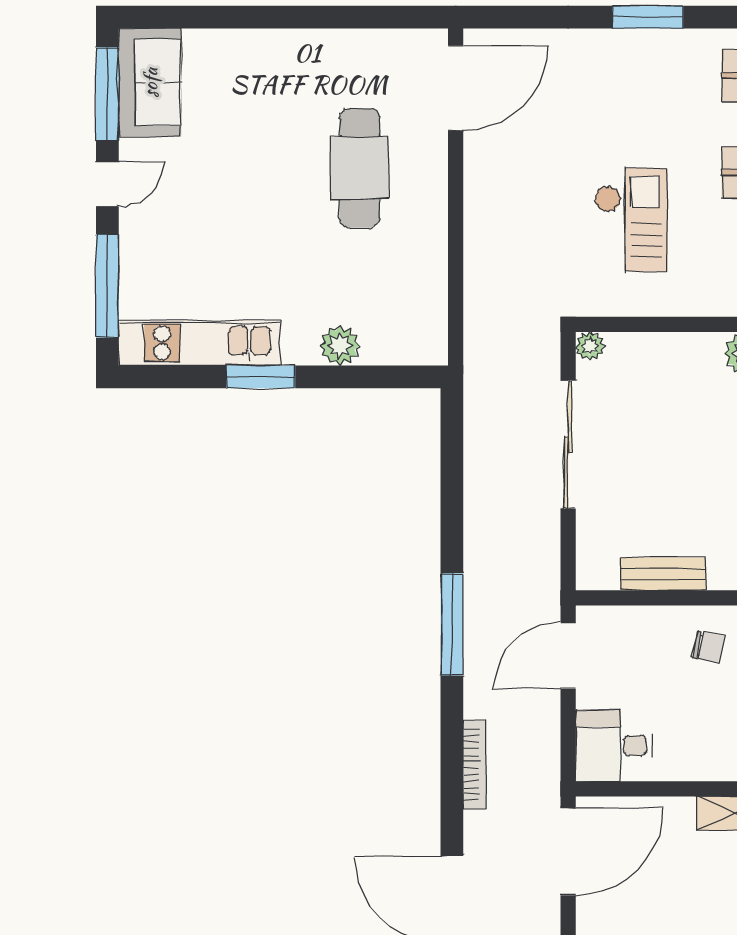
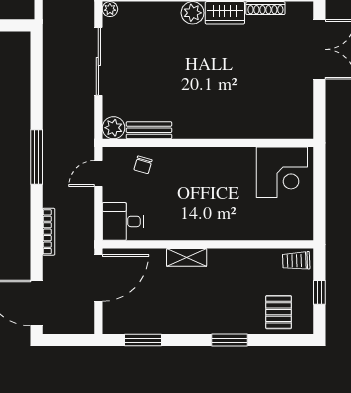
plant: (597, 569) -> (114, 128), added
chair: (708, 647) -> (143, 165), moved, turned 95
door: (568, 655) -> (98, 174), width x0.73

